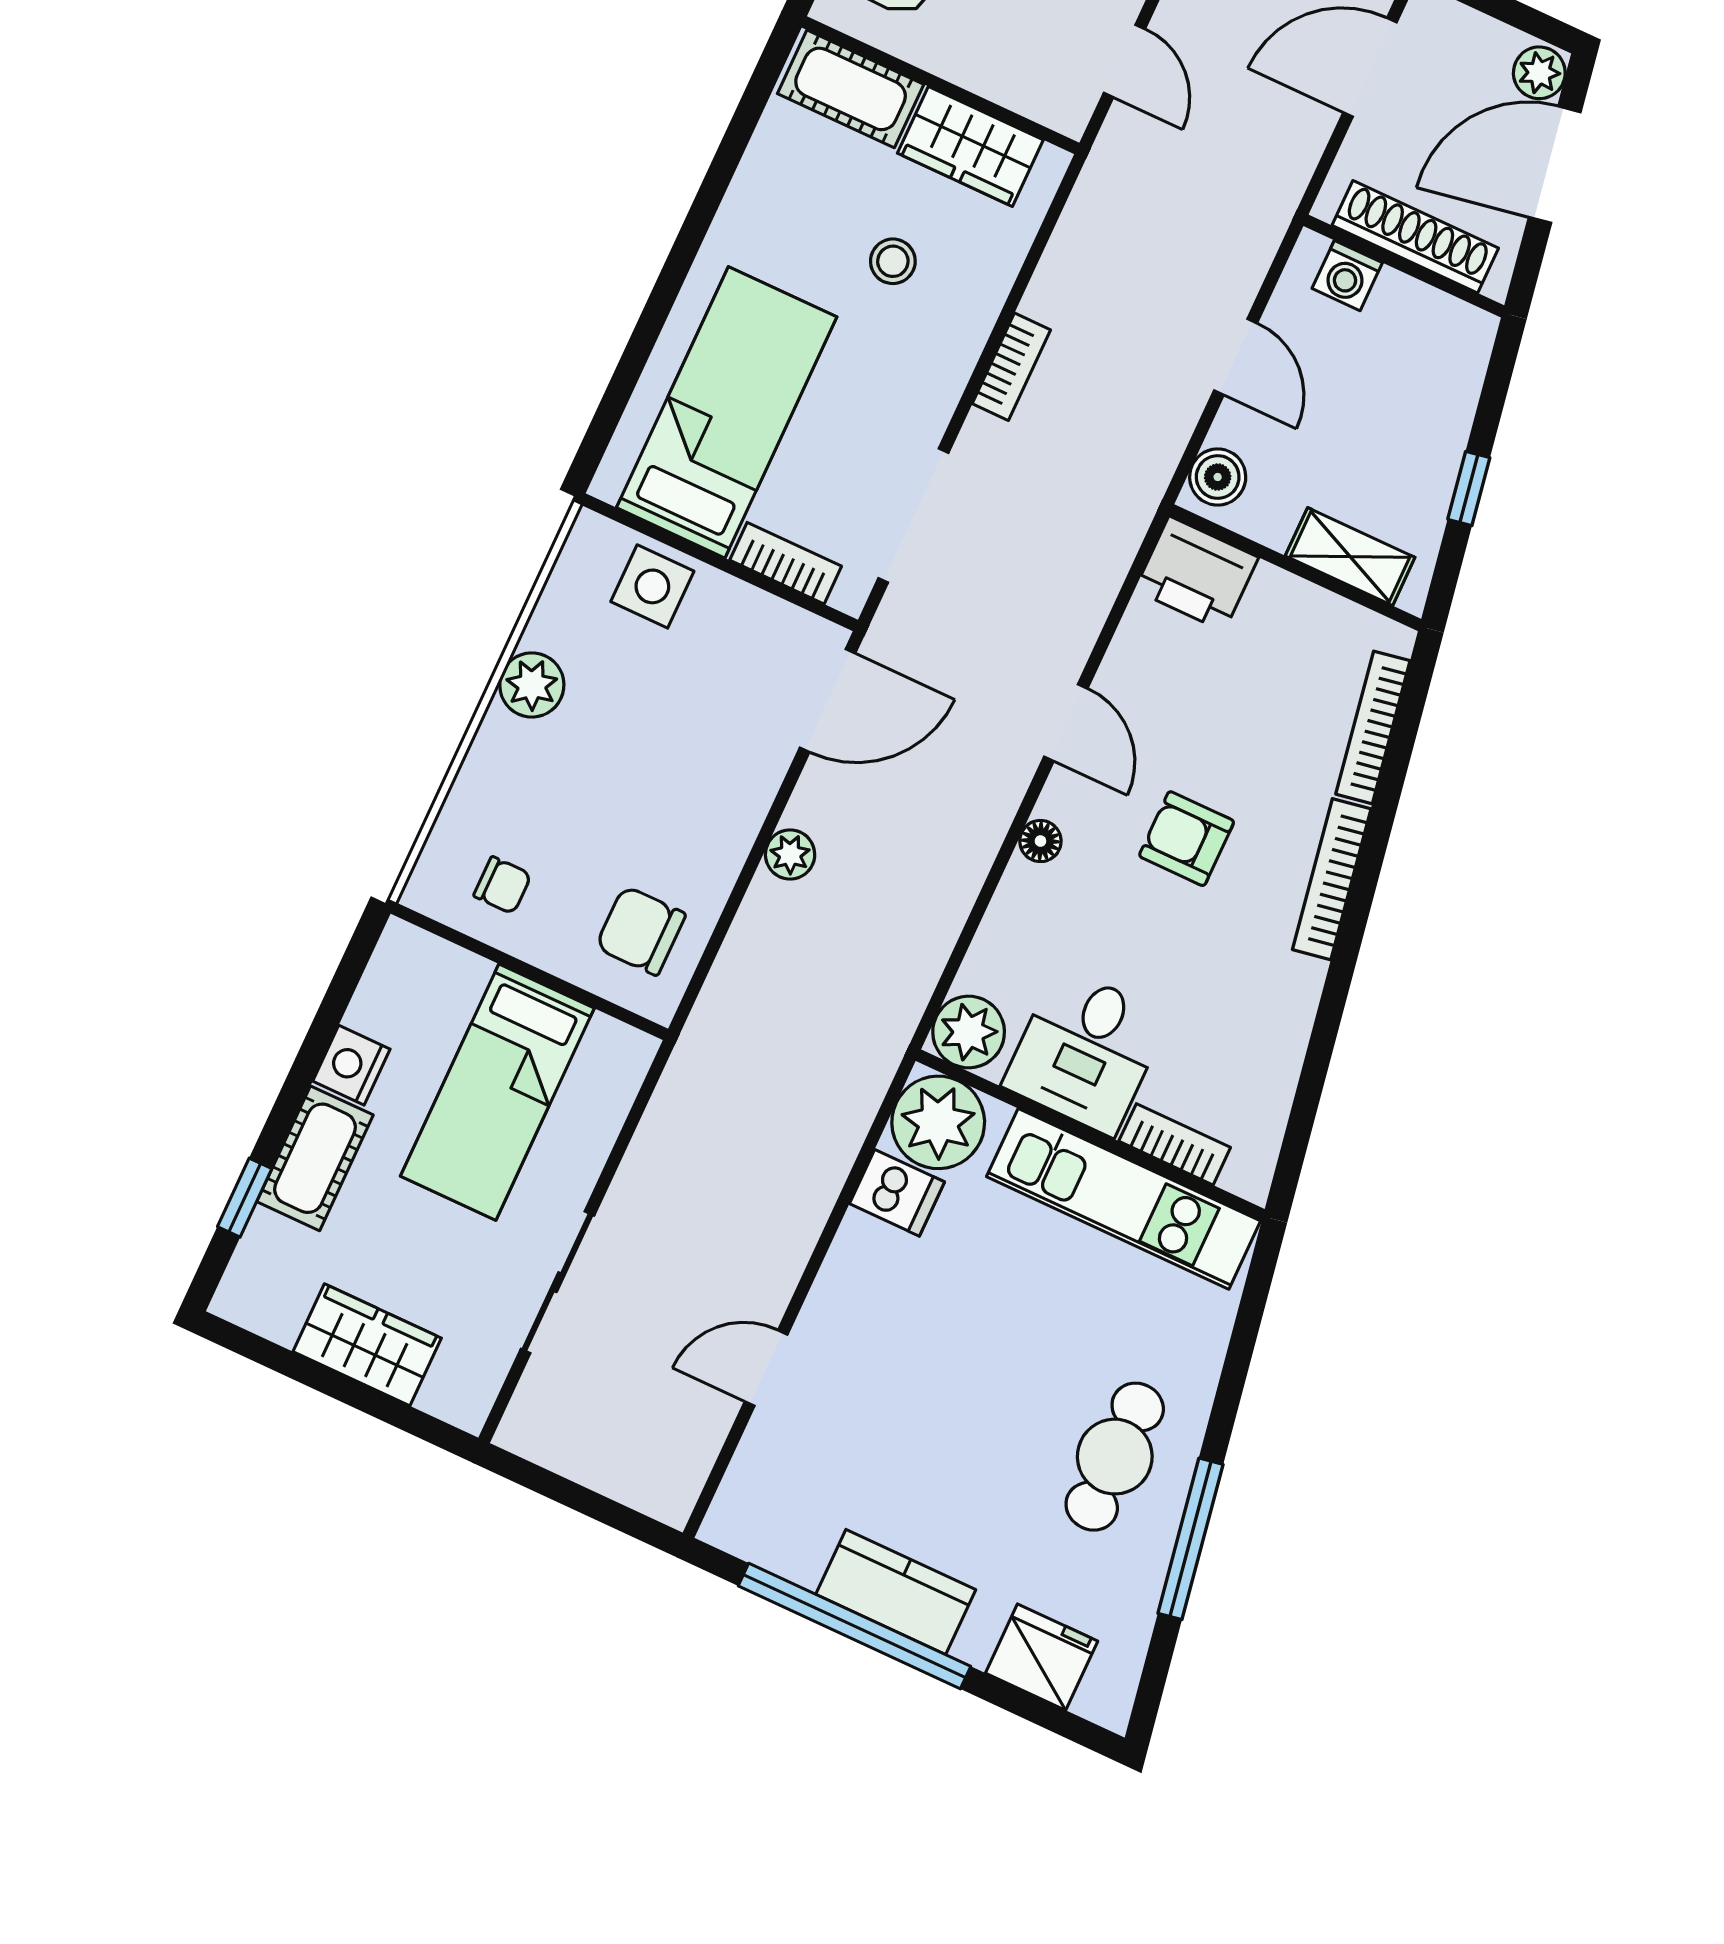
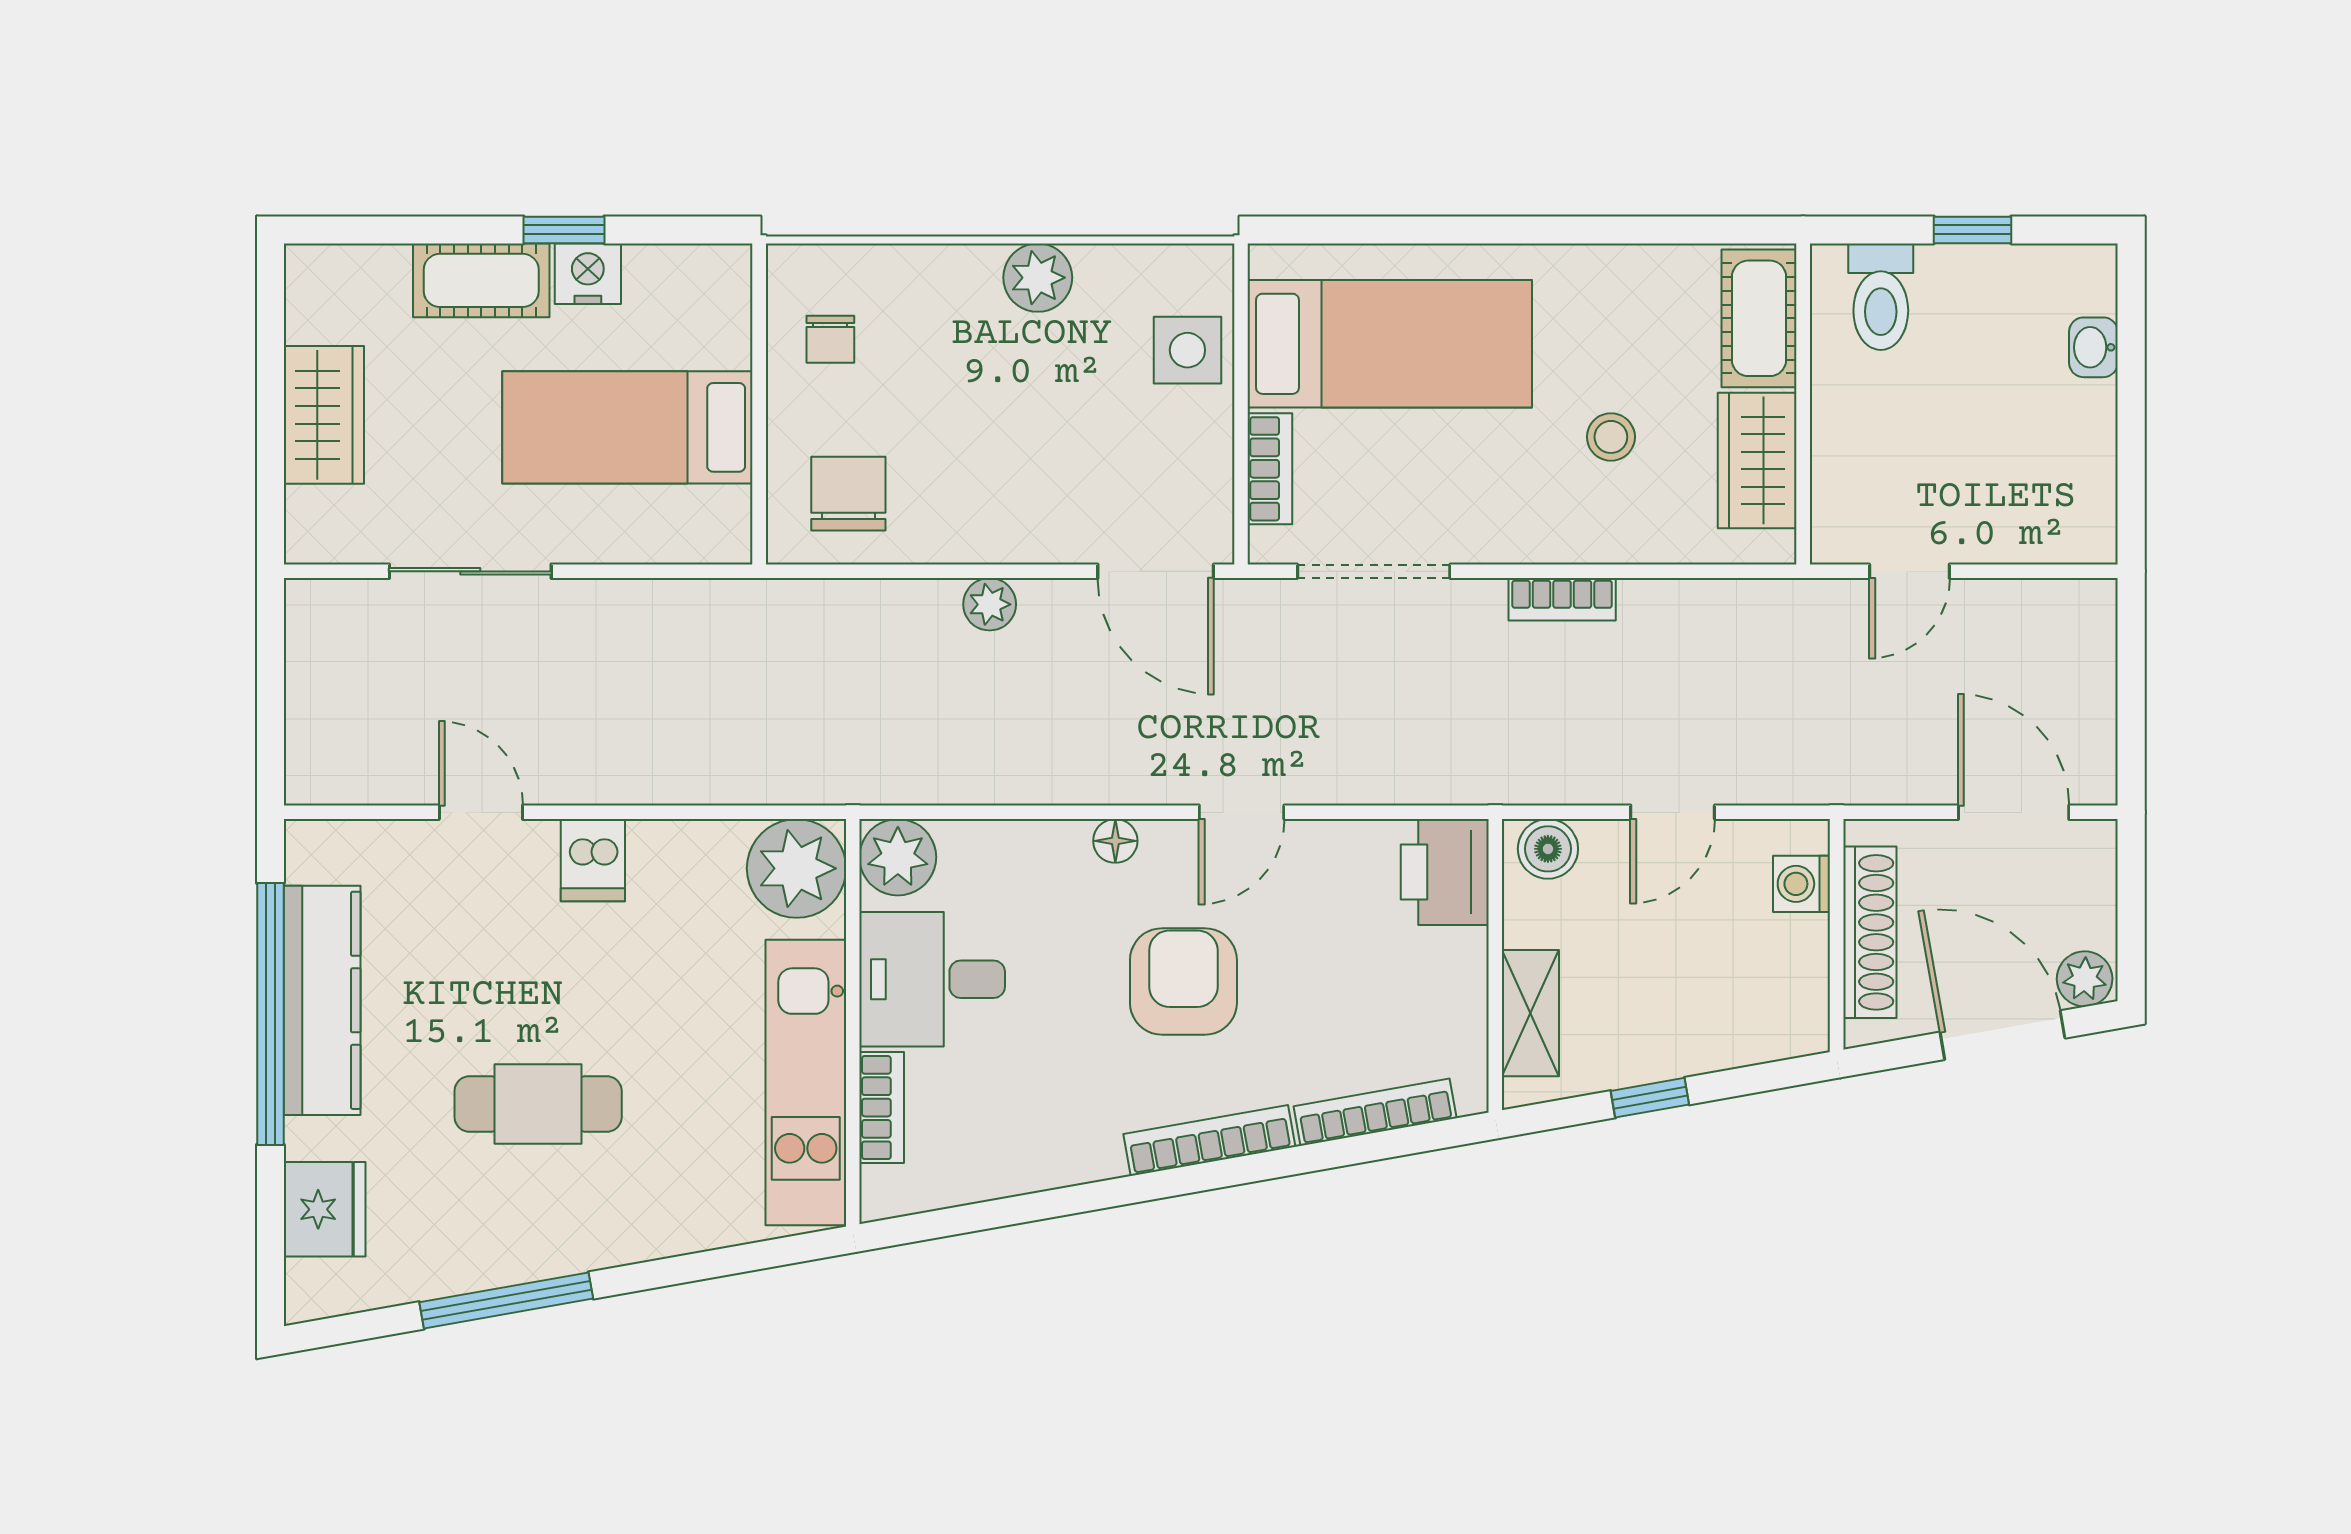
armchair: (1187, 839) -> (1183, 981), width x1.38, depth x1.38
dishwasher: (897, 1193) -> (593, 860), moved
window: (245, 1198) -> (564, 230), moved
cafe table: (1115, 1457) -> (538, 1104), moved
kitchen counter: (896, 1592) -> (322, 1000), width x1.50

